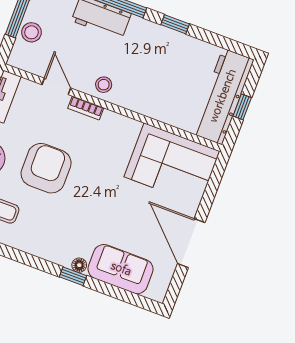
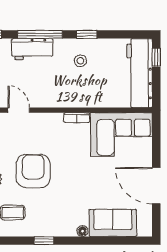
stool: (104, 85) -> (80, 61), moved
window: (242, 107) -> (156, 57), moved
bookcase: (86, 108) -> (77, 118), moved
window: (73, 276) -> (44, 241), moved

